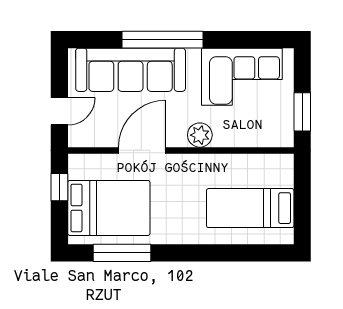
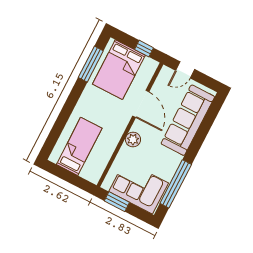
window: (162, 40) -> (176, 184), moved
corner sofa: (242, 77) -> (139, 187), moved, turned 90
door: (59, 111) -> (185, 70), hinge flipped

